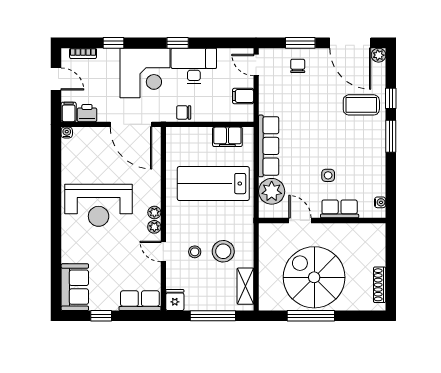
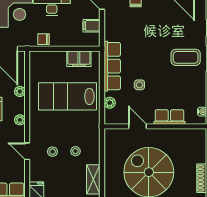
coffee table: (361, 105) -> (186, 57), moved
side table: (328, 175) -> (139, 85), moved
plant: (272, 191) -> (110, 103), width x0.53, depth x0.53
plant: (154, 227) -> (20, 91), moved
stool: (223, 251) -> (75, 151), width x0.53, depth x0.53

